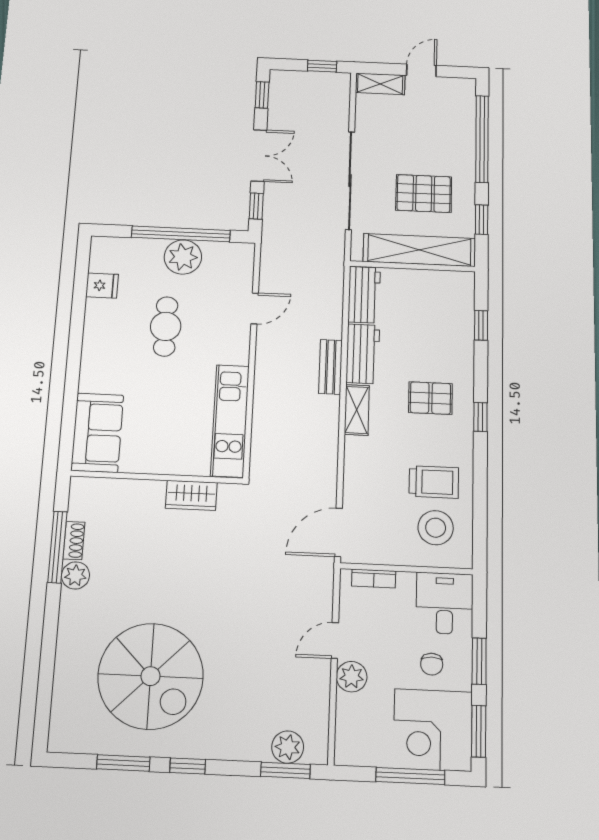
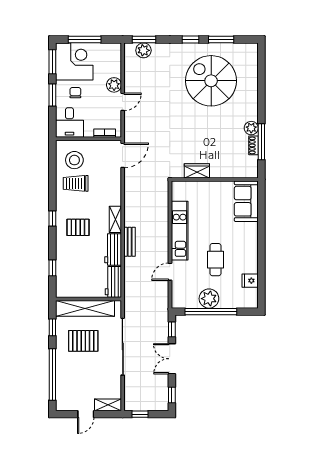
kitchen unit: (230, 421) -> (180, 231), moved

